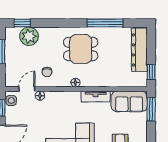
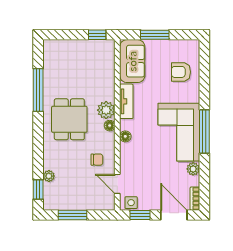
plant: (29, 36) -> (49, 176), width x0.53, depth x0.53
dresser: (139, 50) -> (70, 49), removed
plant: (88, 80) -> (106, 110), added
floor lamp: (40, 96) -> (125, 136), moved
window: (151, 109) -> (155, 35), moved

